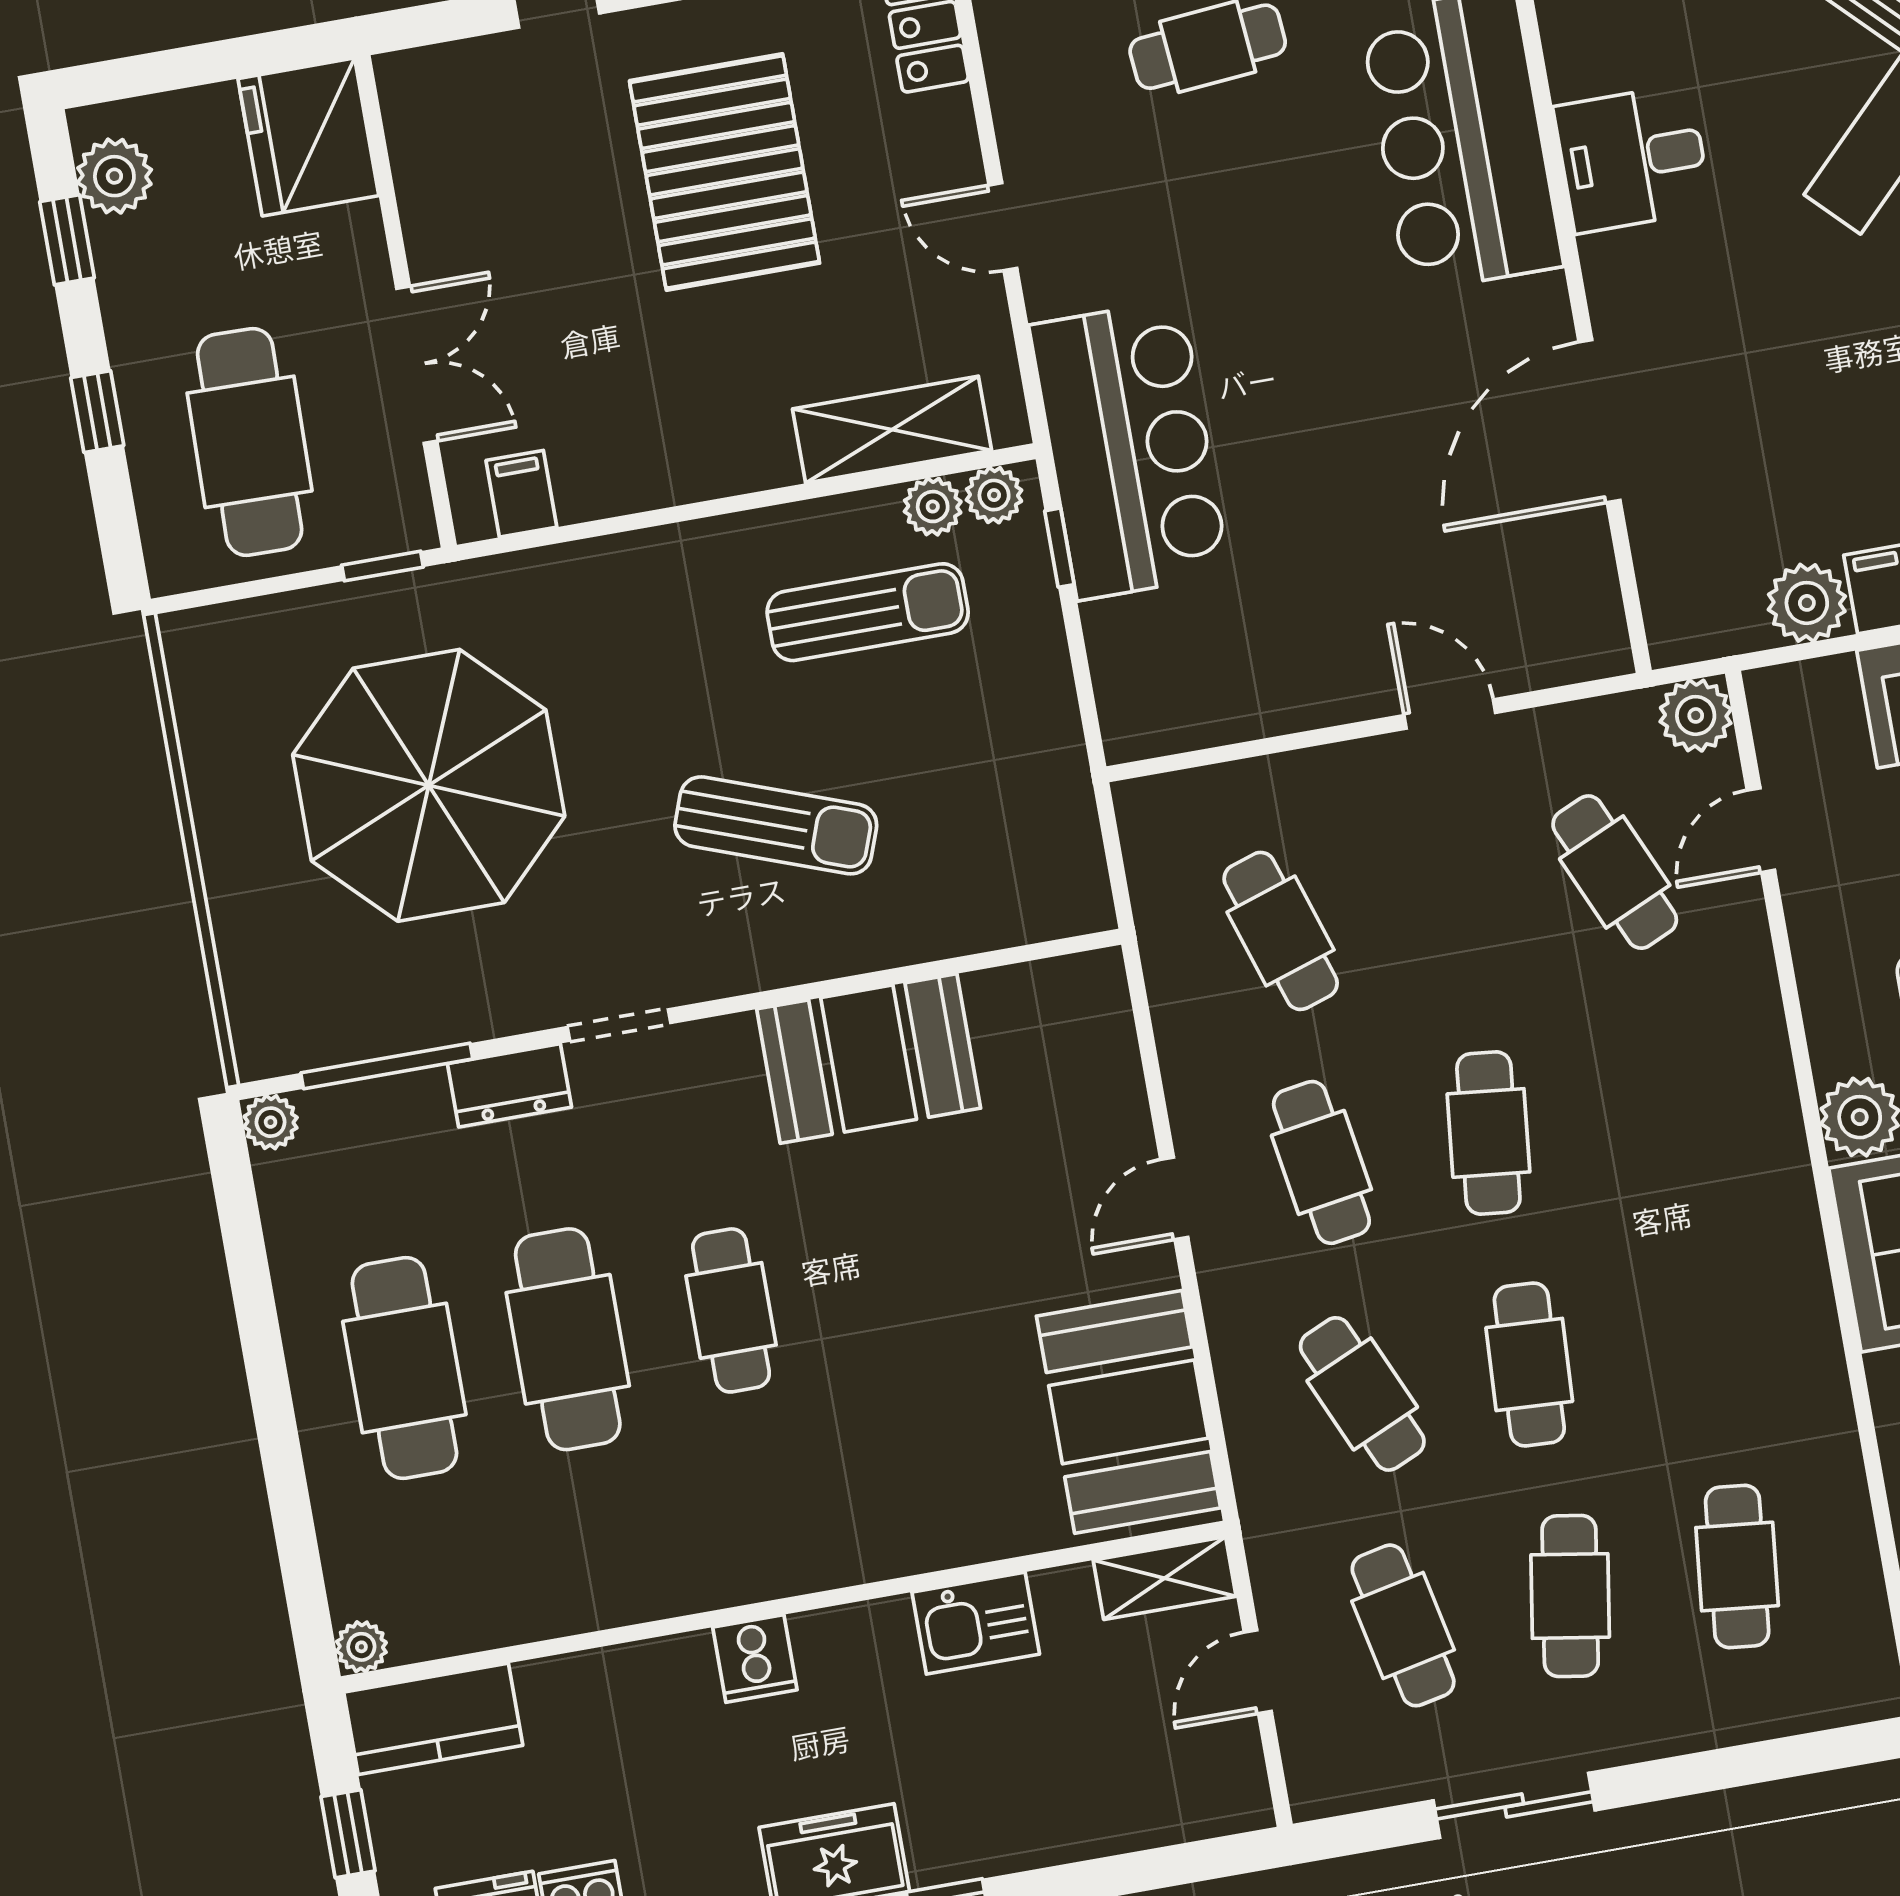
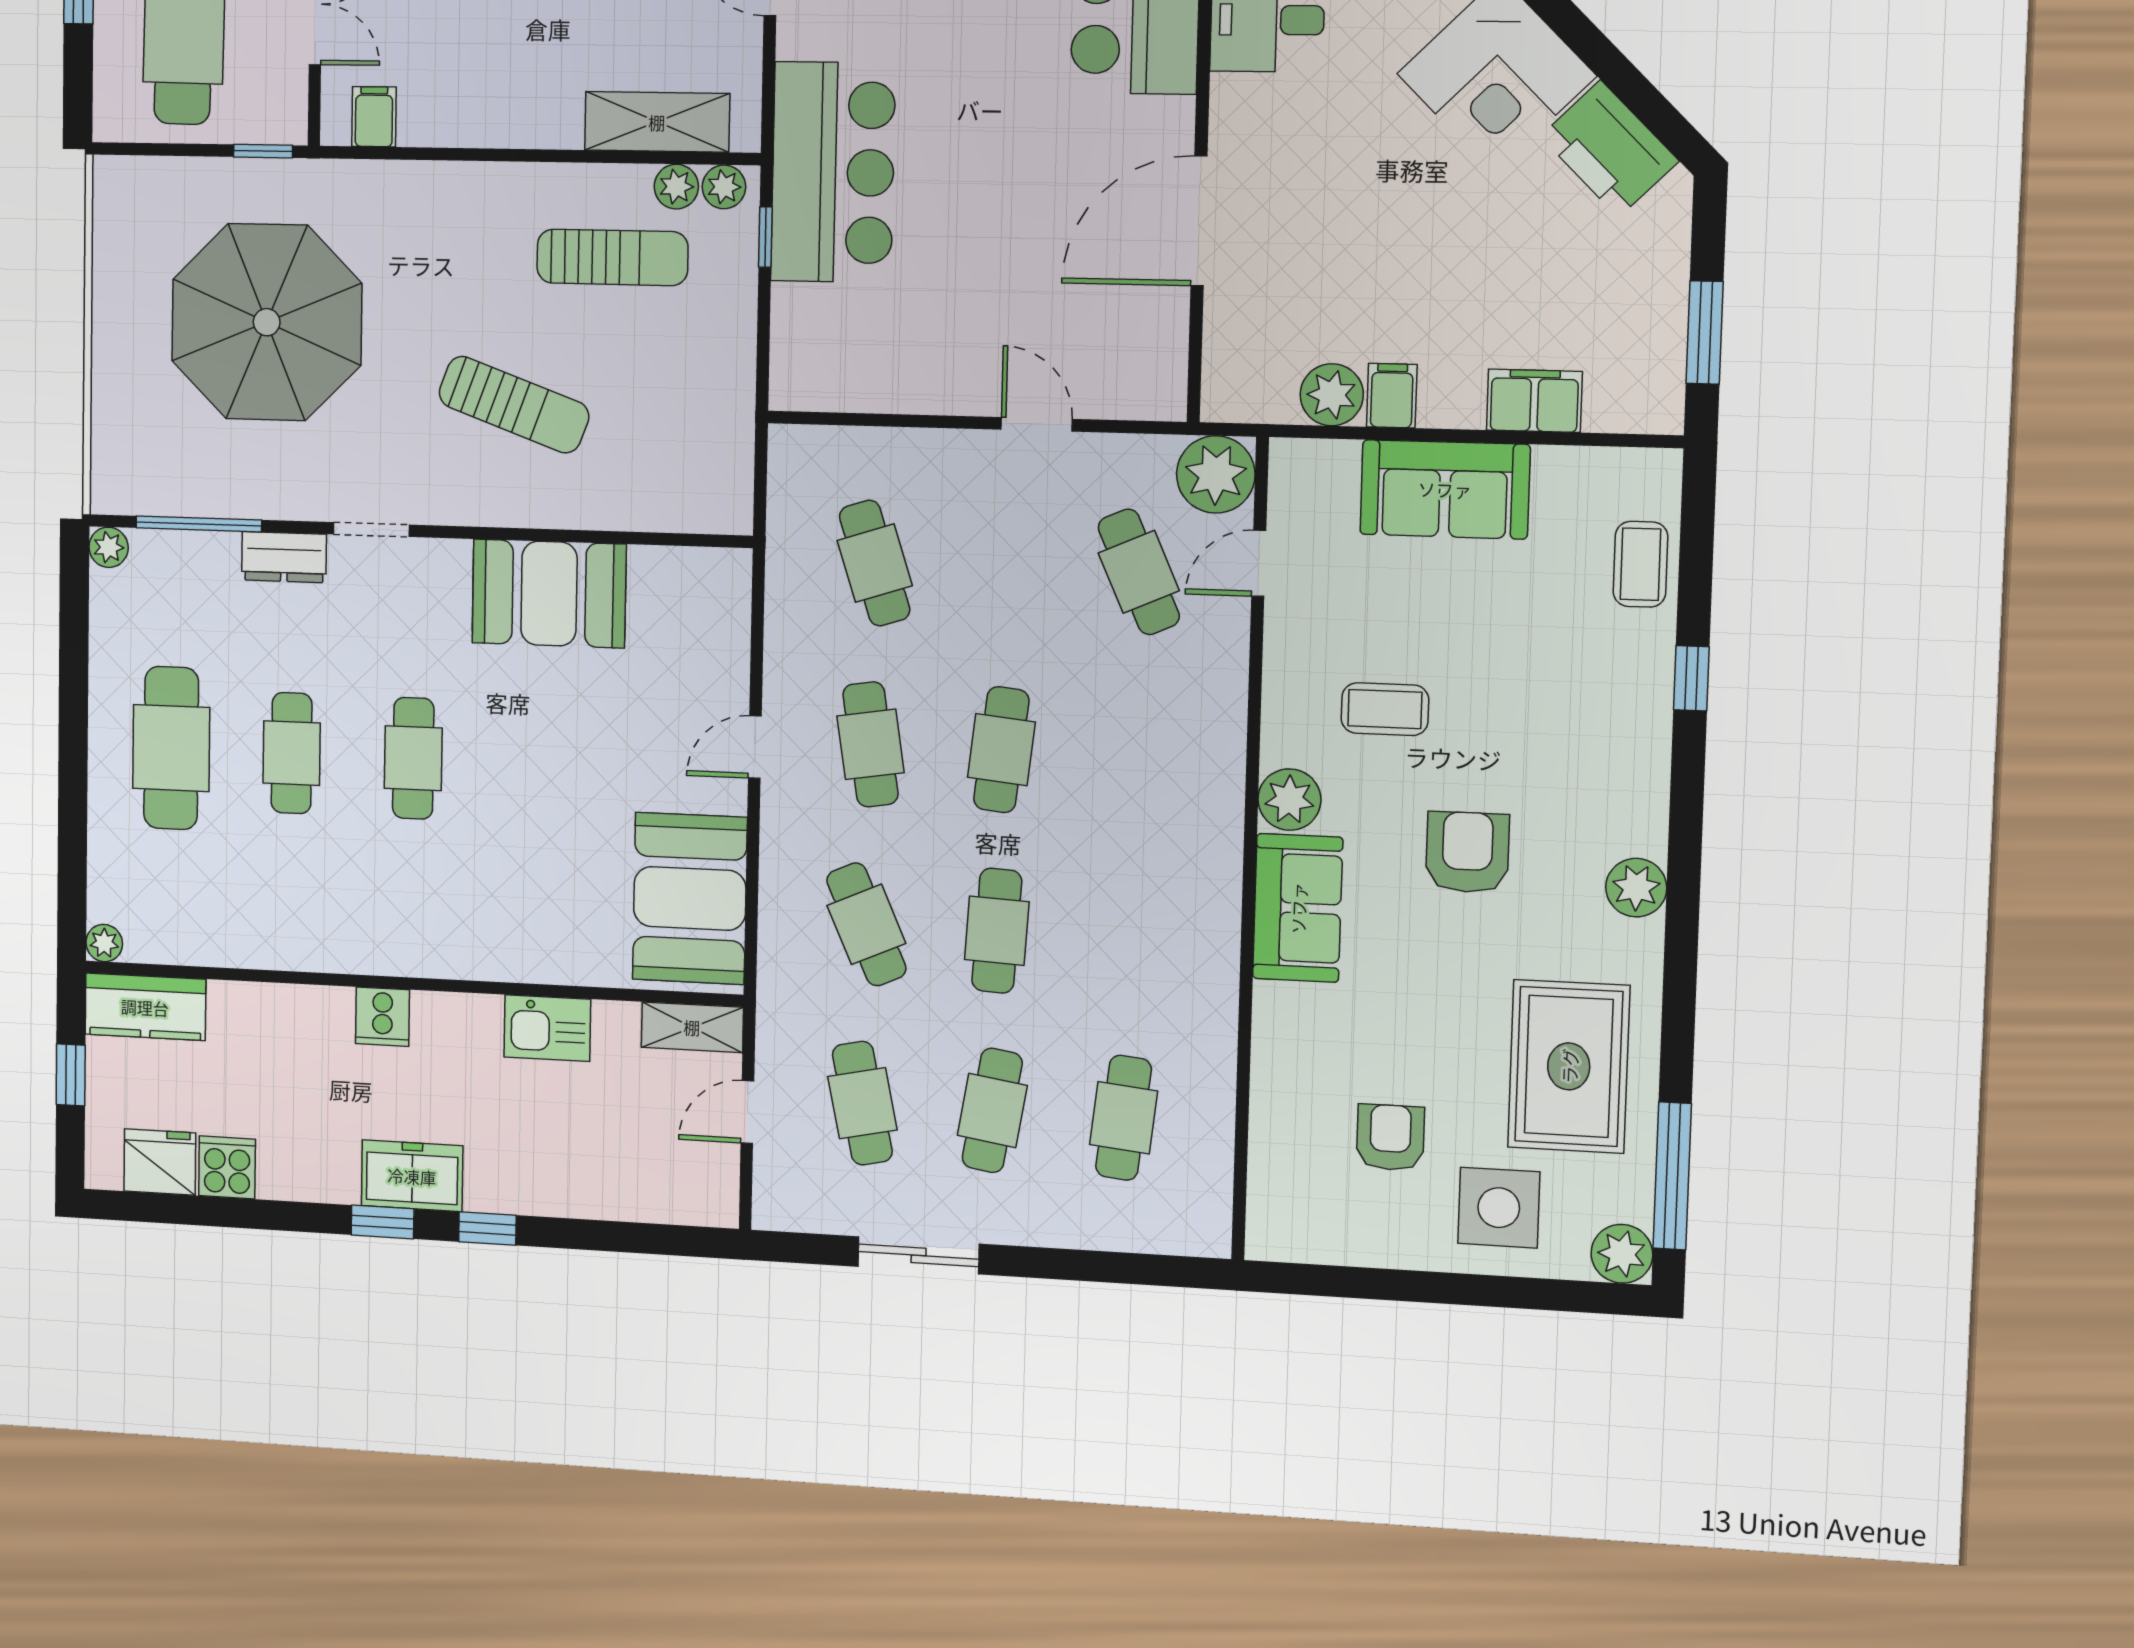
plant: (1696, 715) -> (1216, 474), width x1.36, depth x1.36
cafe table: (568, 1339) -> (292, 753), width x0.73, depth x0.74

